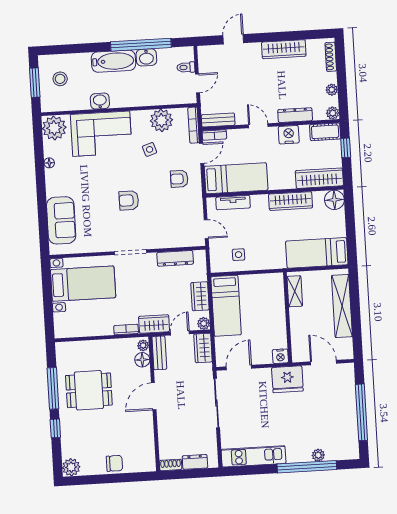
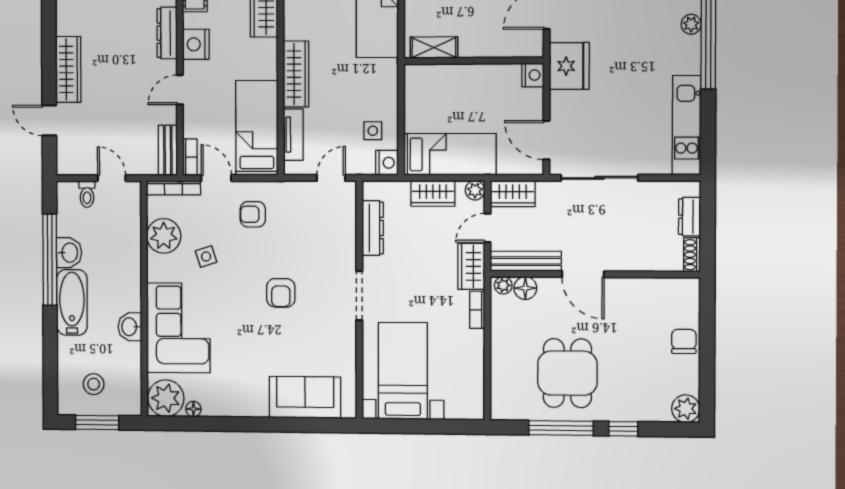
wardrobe: (284, 49) -> (68, 69), moved
floor lamp: (49, 163) -> (193, 409), moved
armchair: (179, 179) -> (253, 214), turned 90
wardrobe: (291, 201) -> (296, 74), moved
nightstand: (218, 265) -> (387, 163), added
door: (180, 333) -> (487, 228), hinge flipped
bench: (159, 353) -> (526, 261), width x1.36

